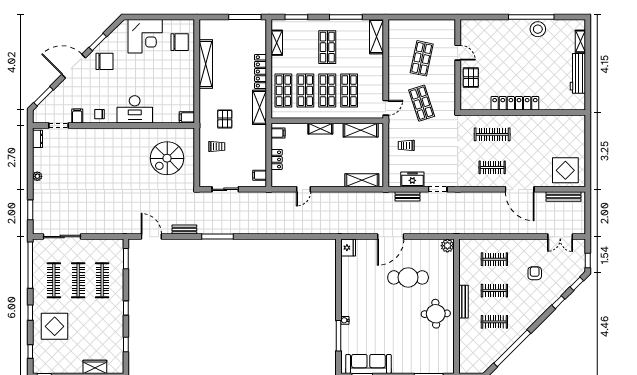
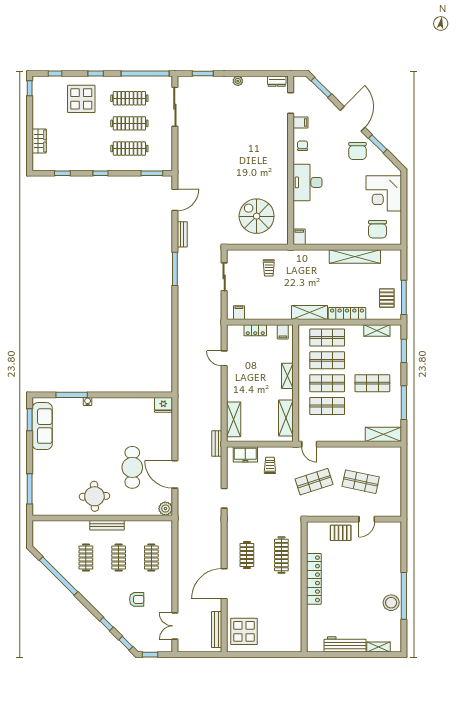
pallet: (225, 119) -> (387, 298), moved, turned 90
freezer: (412, 179) -> (245, 454), moved, turned 90
bench: (408, 196) -> (217, 444), moved
door: (391, 237) -> (175, 474), moved

